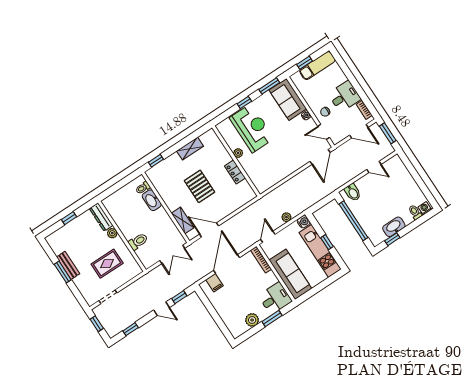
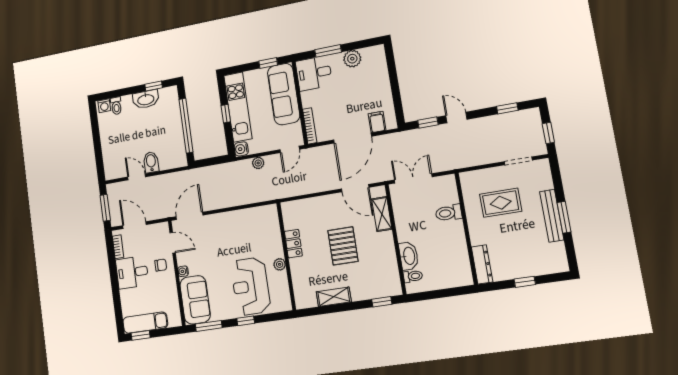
window: (305, 63) -> (141, 335), moved
bidet: (353, 192) -> (151, 162), moved
plant: (112, 233) -> (477, 238), removed
bench: (68, 265) -> (552, 216), width x1.36
window: (312, 292) -> (268, 63), added

